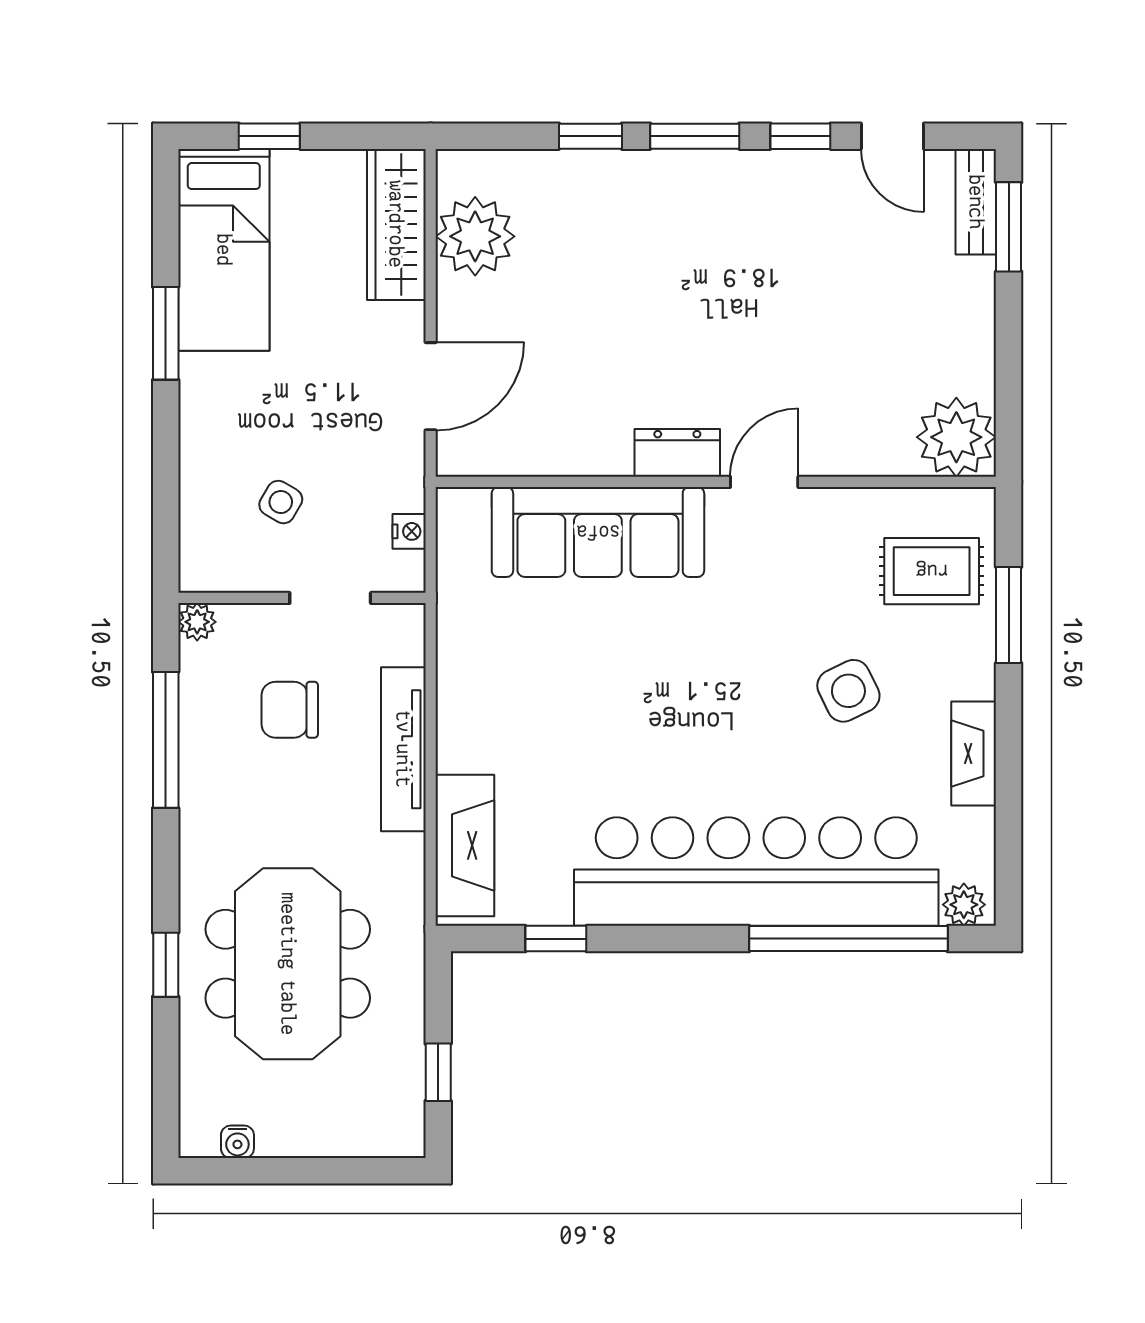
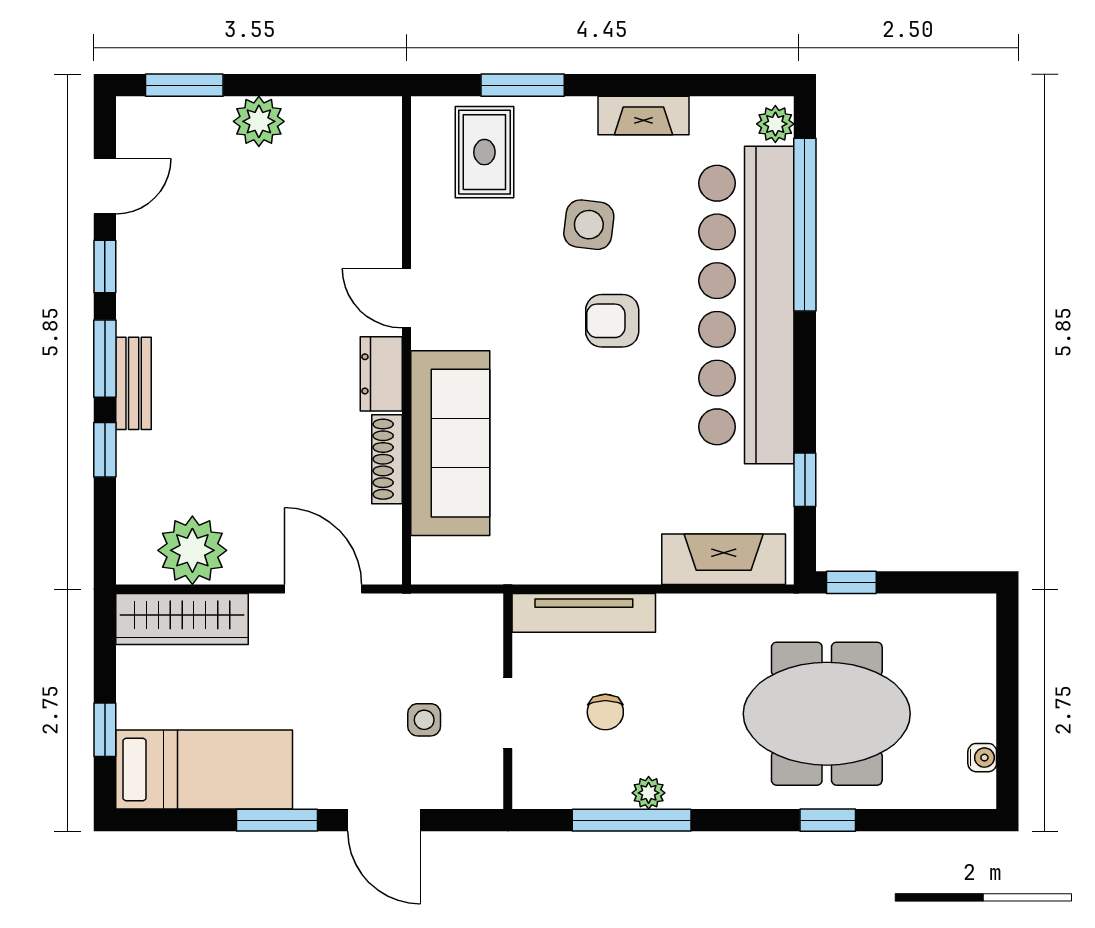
bench: (976, 202) -> (134, 383), moved, turned 90
plant: (956, 437) -> (259, 121), moved, width x0.73, depth x0.73
door: (166, 456) -> (384, 820), added
shoe rack: (580, 459) -> (387, 459), added
side table: (281, 502) -> (424, 720), turned -30
nightstand: (409, 531) -> (450, 608), removed
doorway: (330, 598) -> (508, 713), moved
plant: (197, 622) -> (649, 793), moved
side table: (848, 691) -> (589, 225), turned 33
chair: (290, 710) -> (605, 712), width x0.73, depth x0.73
armchair: (738, 718) -> (612, 321), added
tv unit: (403, 749) -> (584, 613), moved
window: (438, 1072) -> (851, 582), moved

